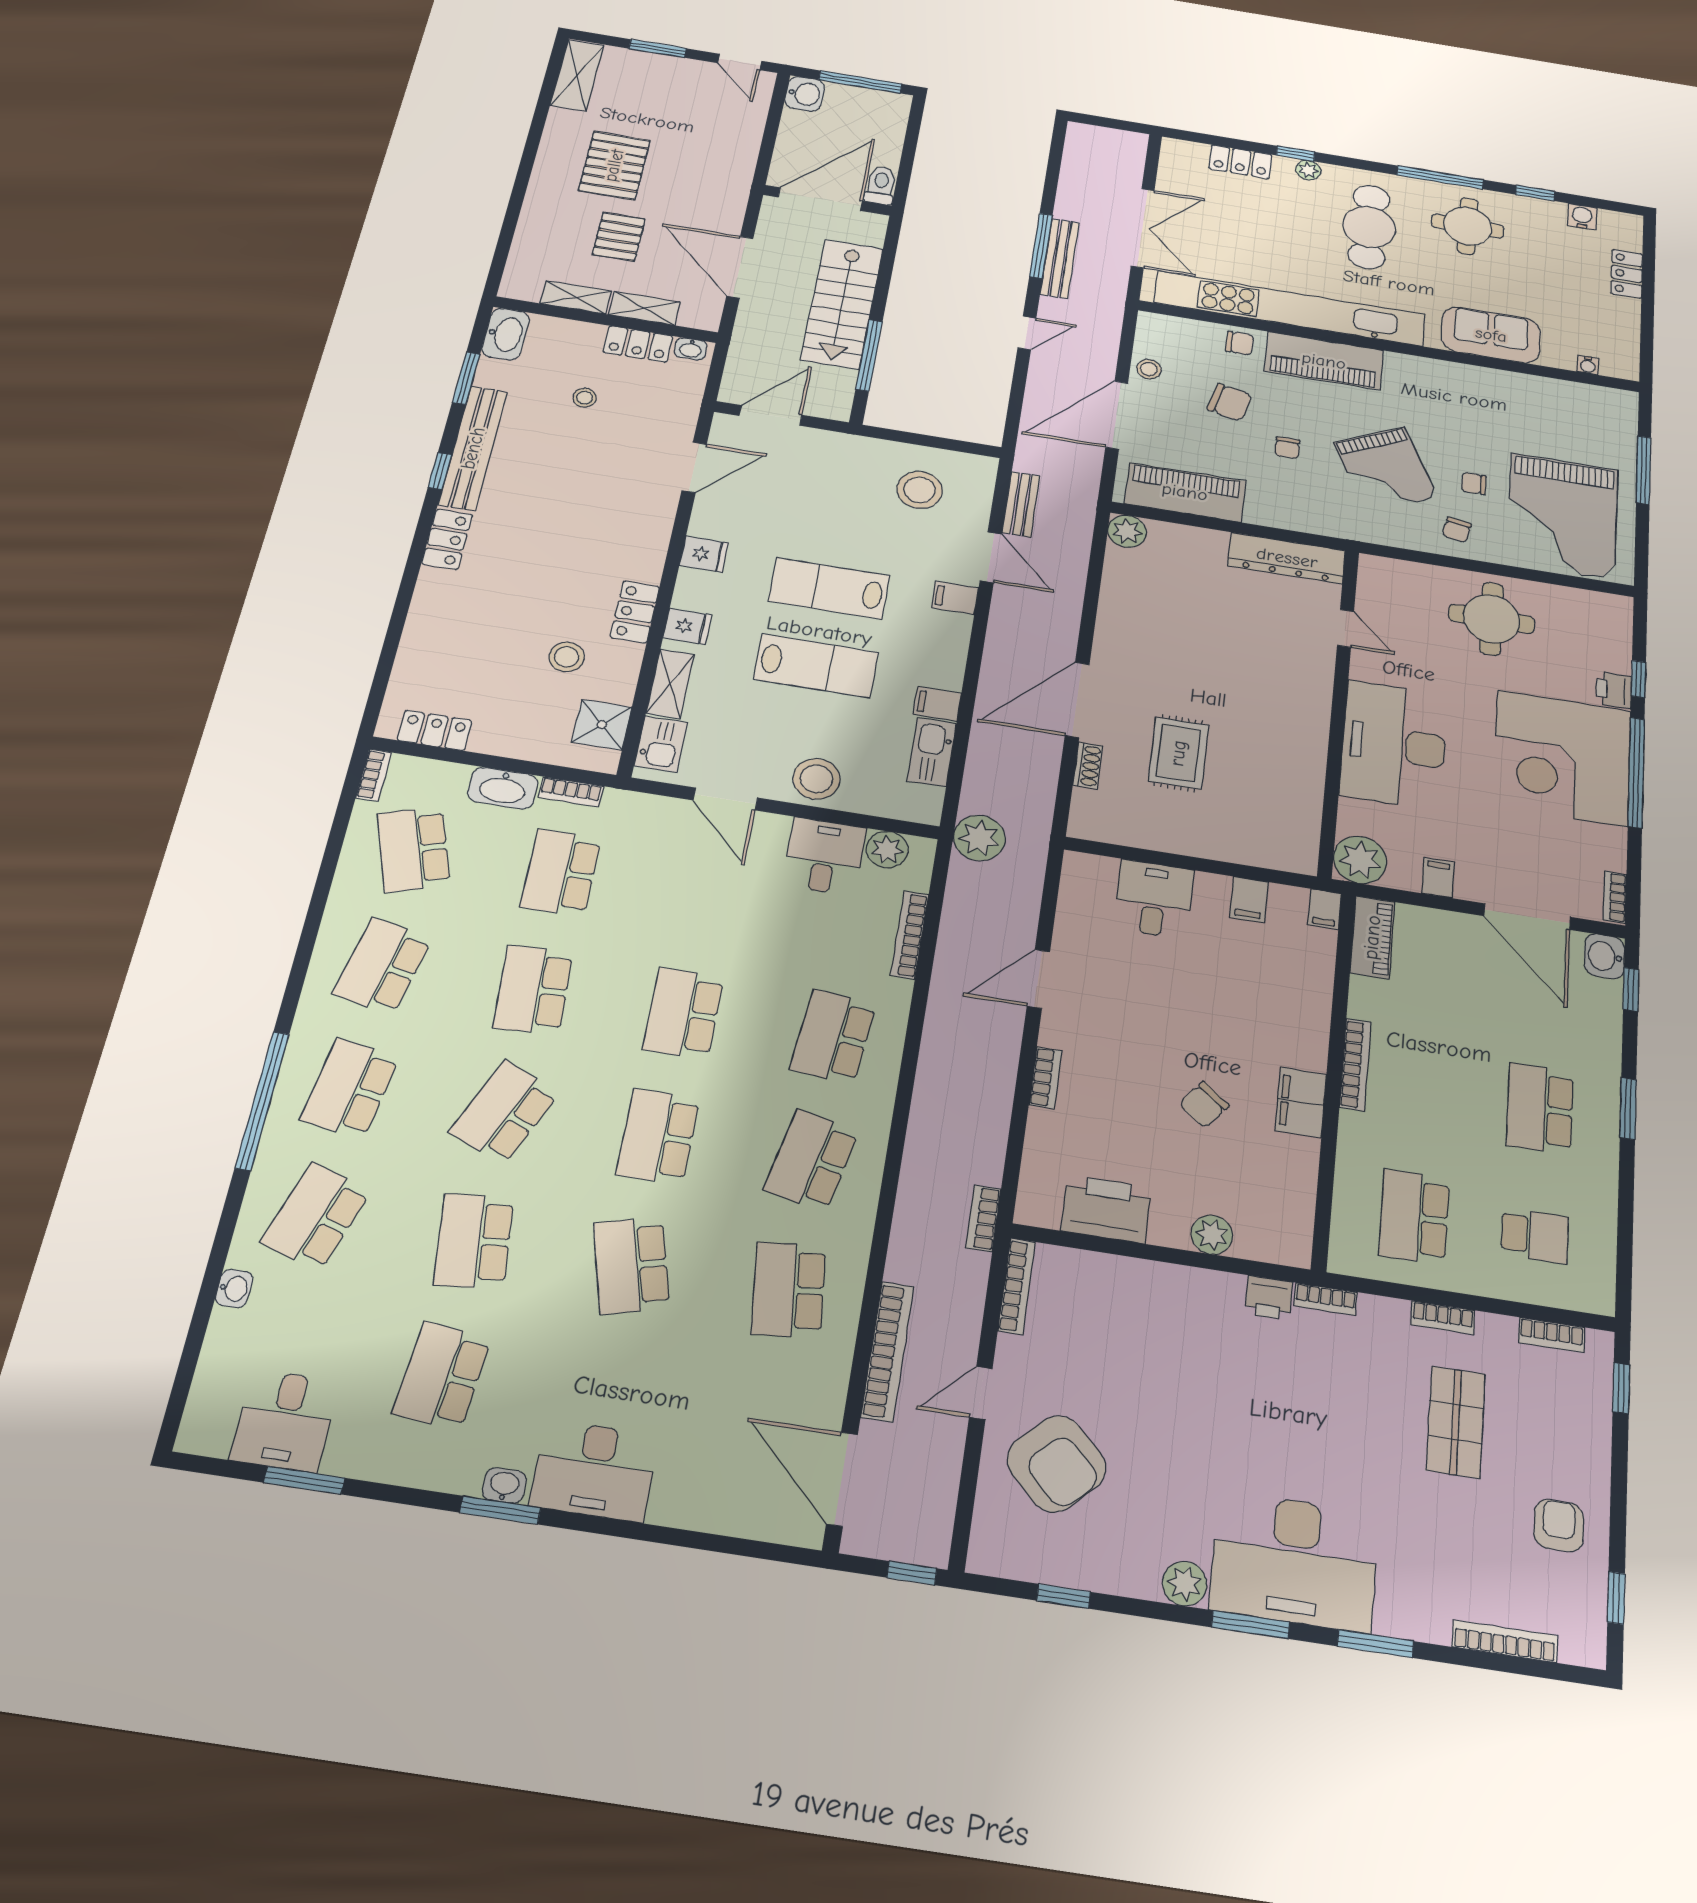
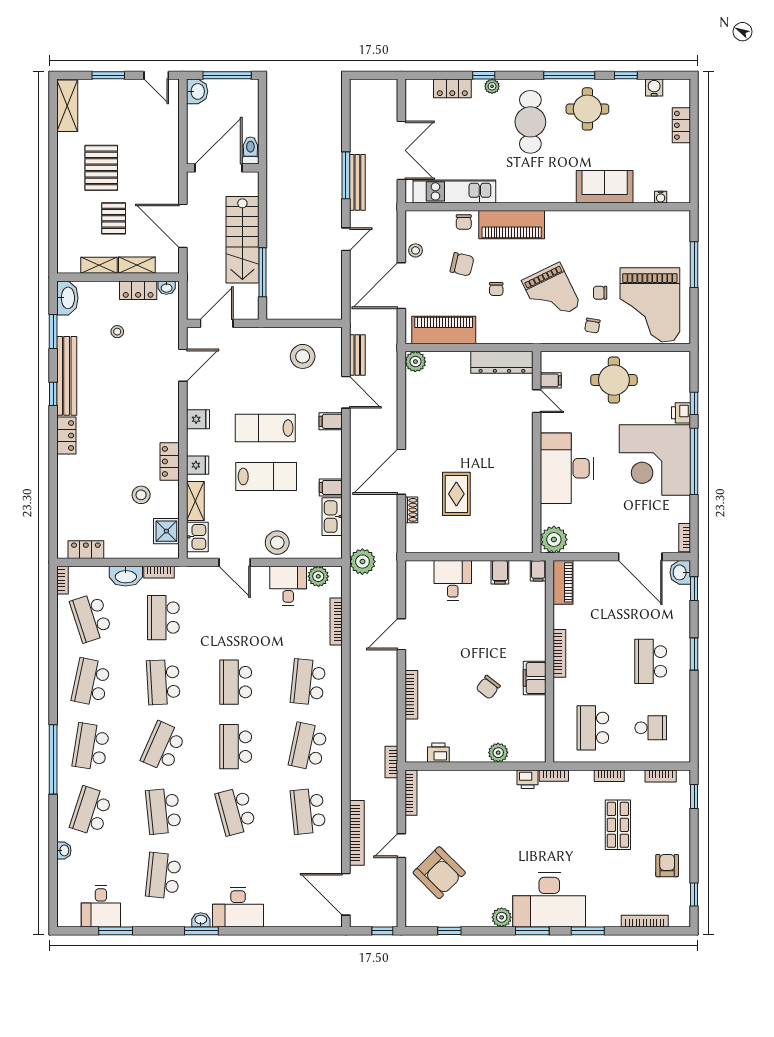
kitchen unit: (1290, 309) -> (454, 191), width x0.54
chair: (1240, 343) -> (464, 222), turned 90
filing cabinet: (1438, 878) -> (551, 380), moved, turned 90
bookcase: (1046, 1078) -> (411, 695), width x1.56
printer: (1106, 1209) -> (438, 753), width x0.53, depth x0.68

